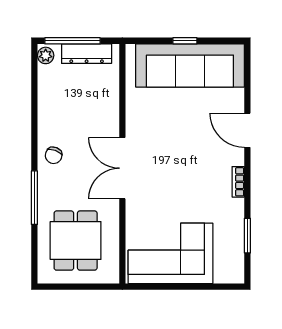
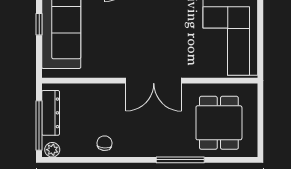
chair: (54, 155) -> (104, 143), moved, turned -105
dining table: (76, 241) -> (219, 123), turned 90

